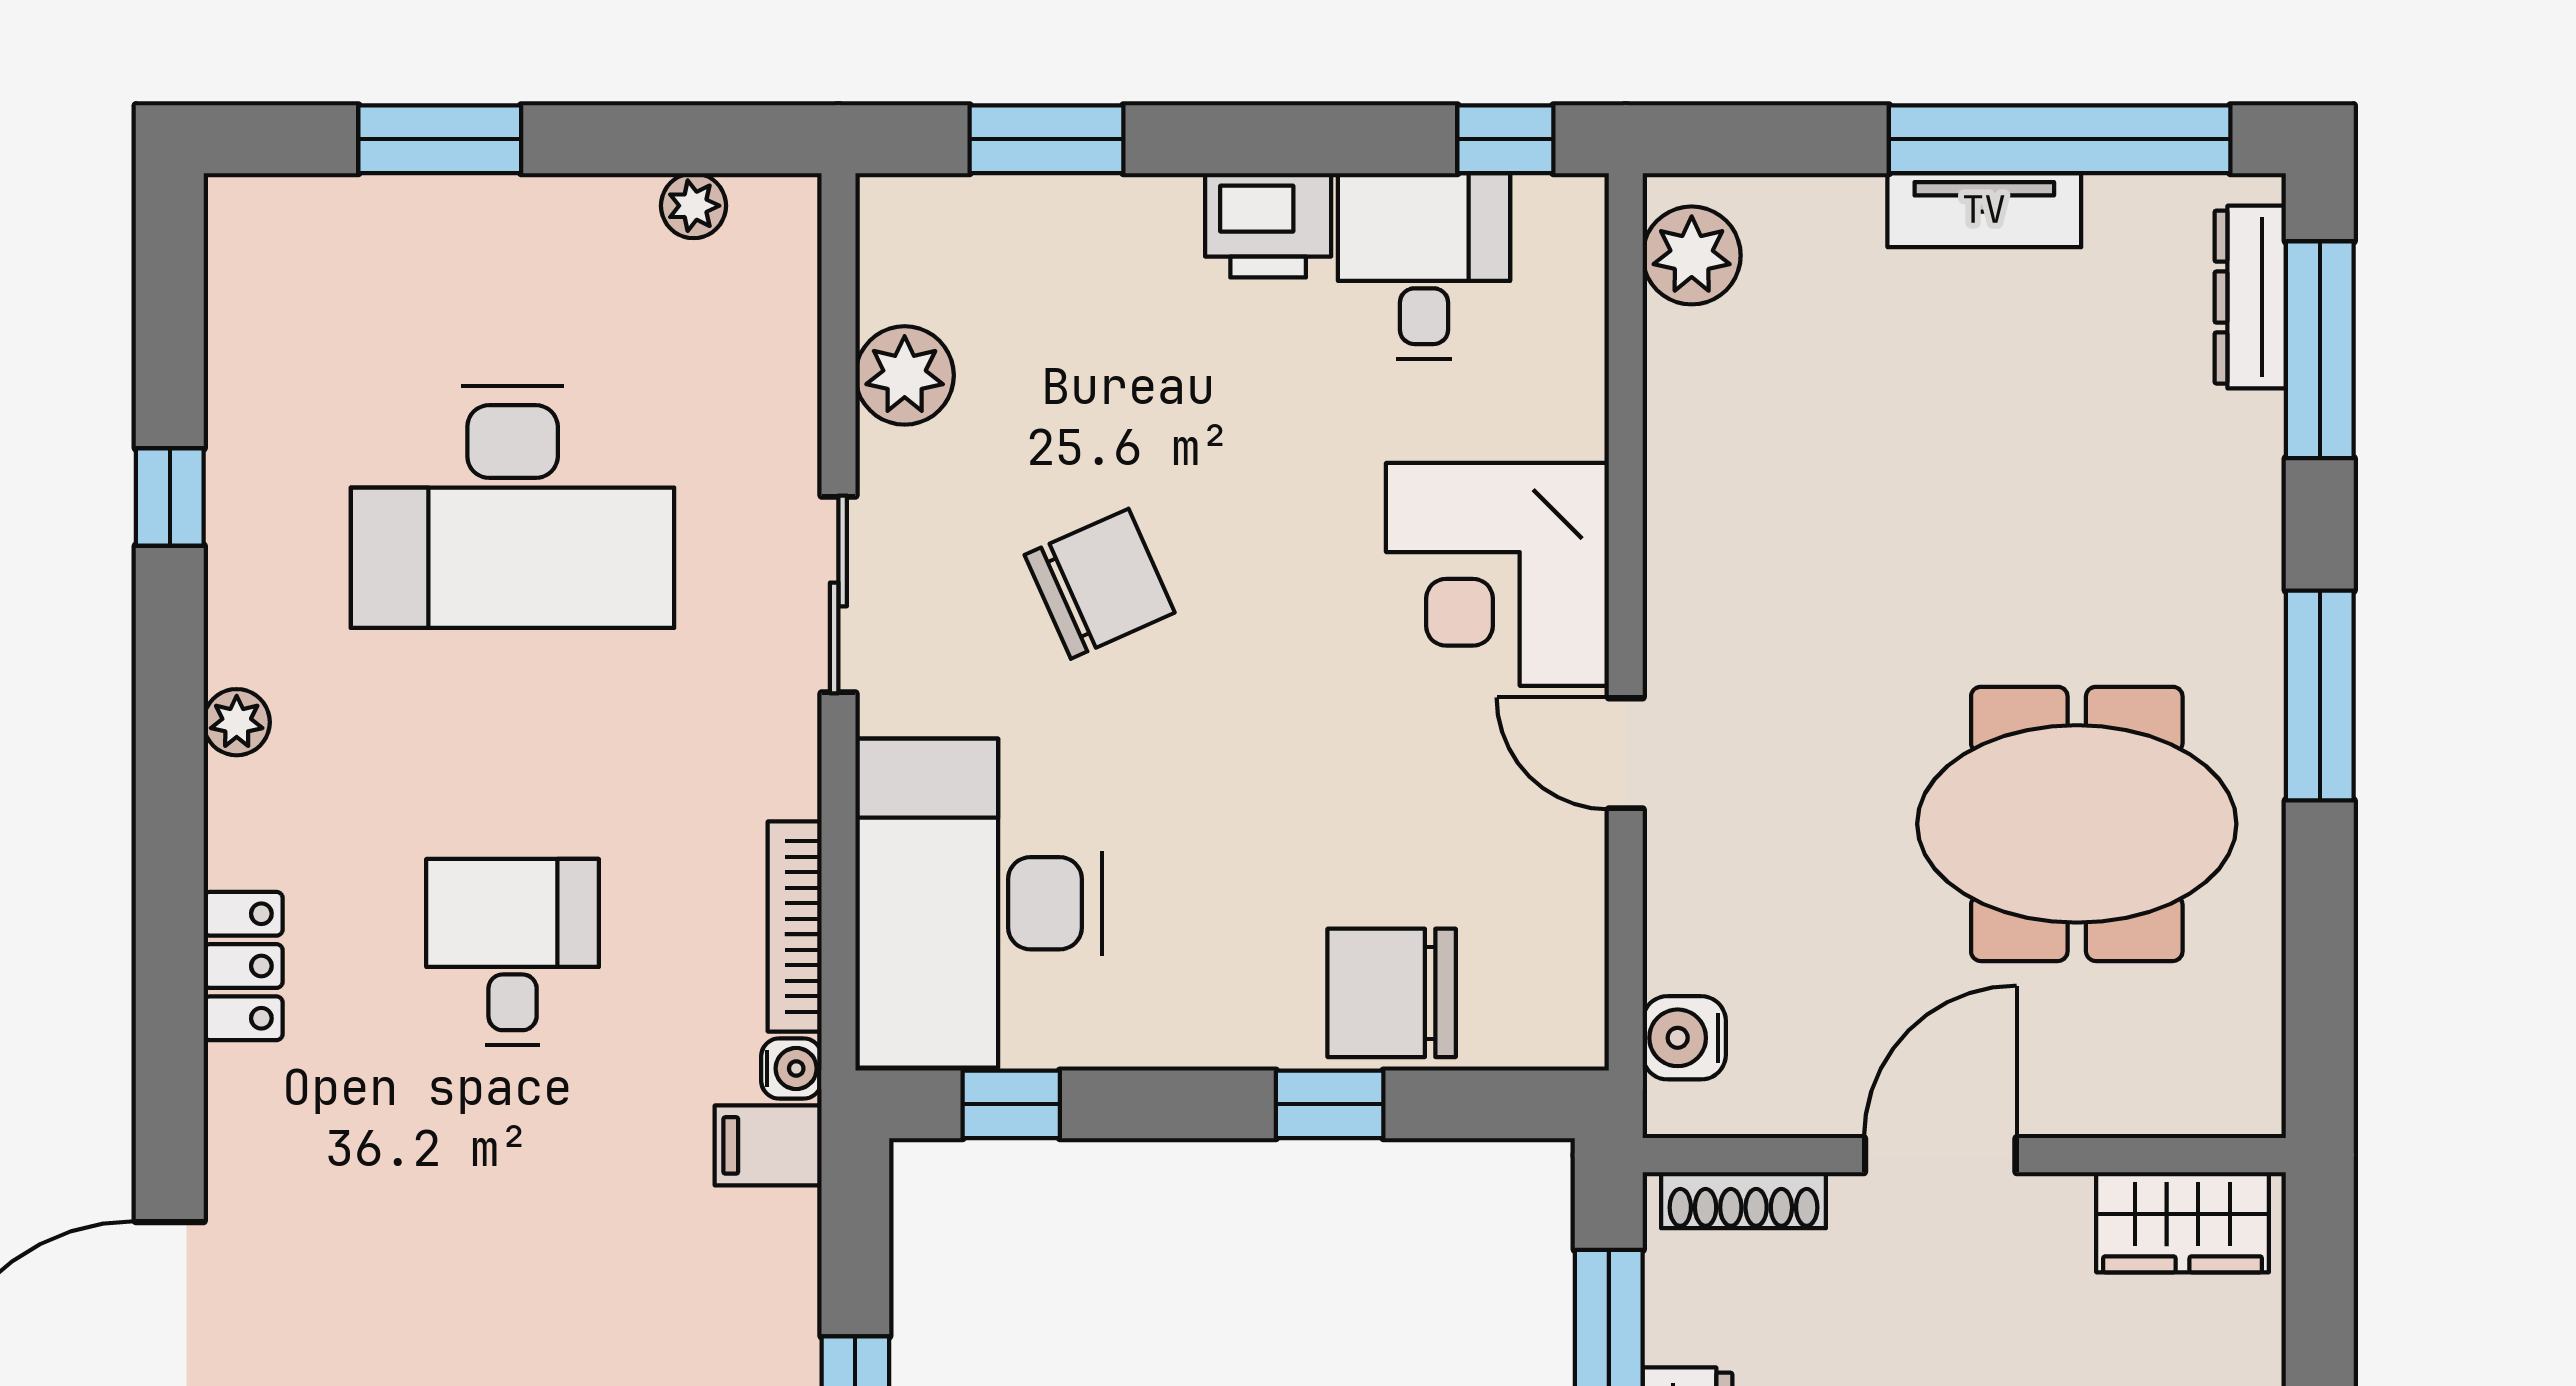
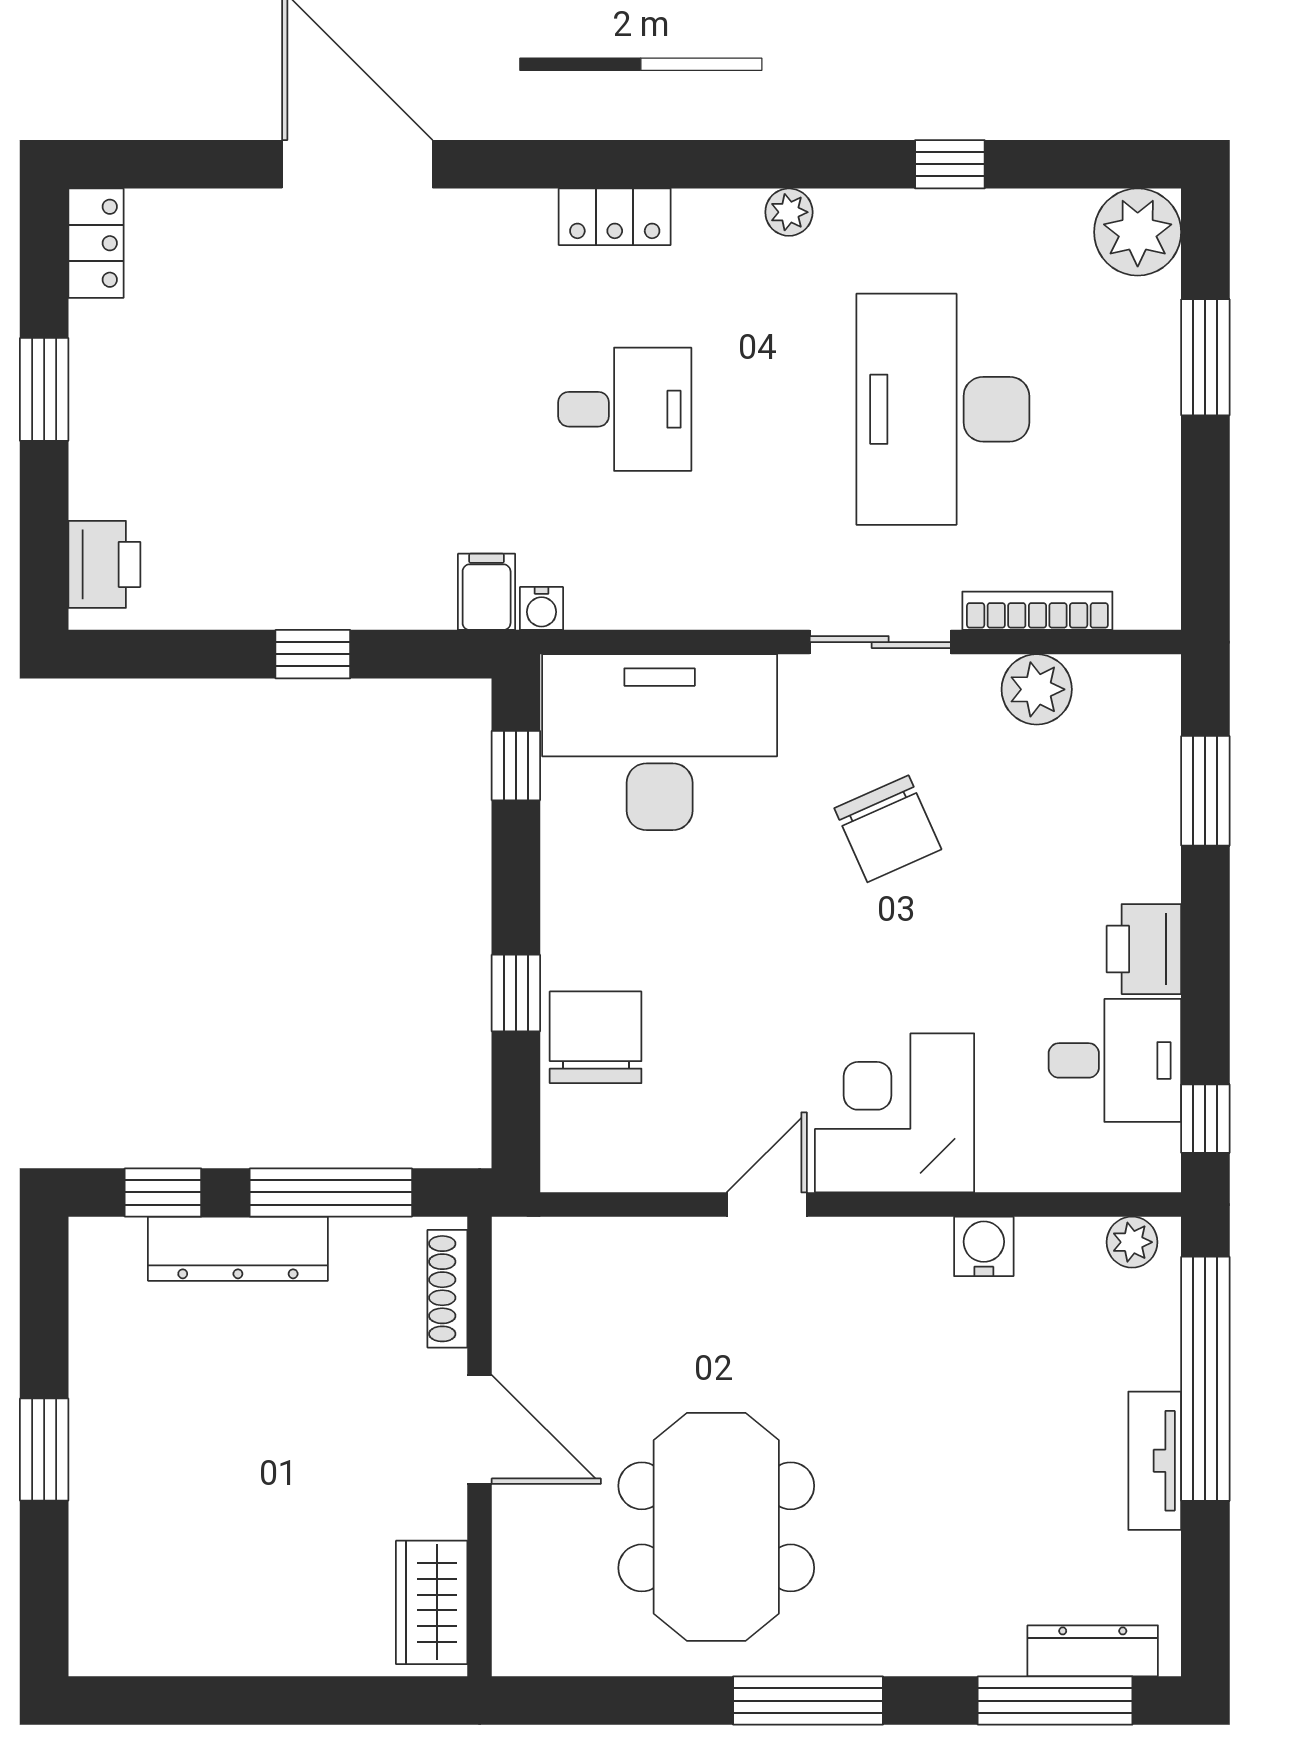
window: (2060, 139) -> (1205, 1379), moved
plant: (693, 206) -> (1138, 232), moved, width x1.88, depth x1.88
plant: (1692, 255) -> (1132, 1242), width x0.73, depth x0.73
bookcase: (795, 926) -> (1037, 611), moved
water cooler: (1684, 1038) -> (984, 1246), moved

